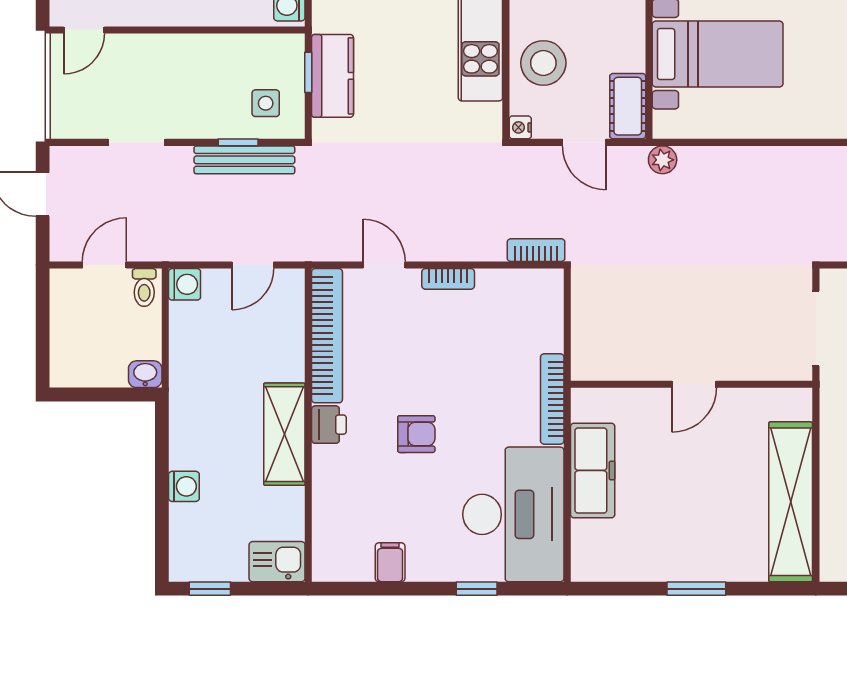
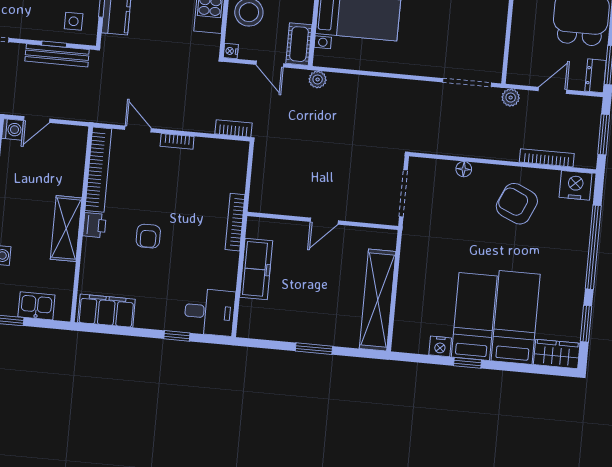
door: (253, 265) -> (37, 120), moved
armchair: (416, 434) -> (148, 236), turned 90
desk: (513, 514) -> (210, 312), width x0.53, depth x0.77
kitchen sink: (277, 562) -> (36, 306), moved
filing cabinet: (390, 562) -> (106, 311), width x3.00, depth x1.17

